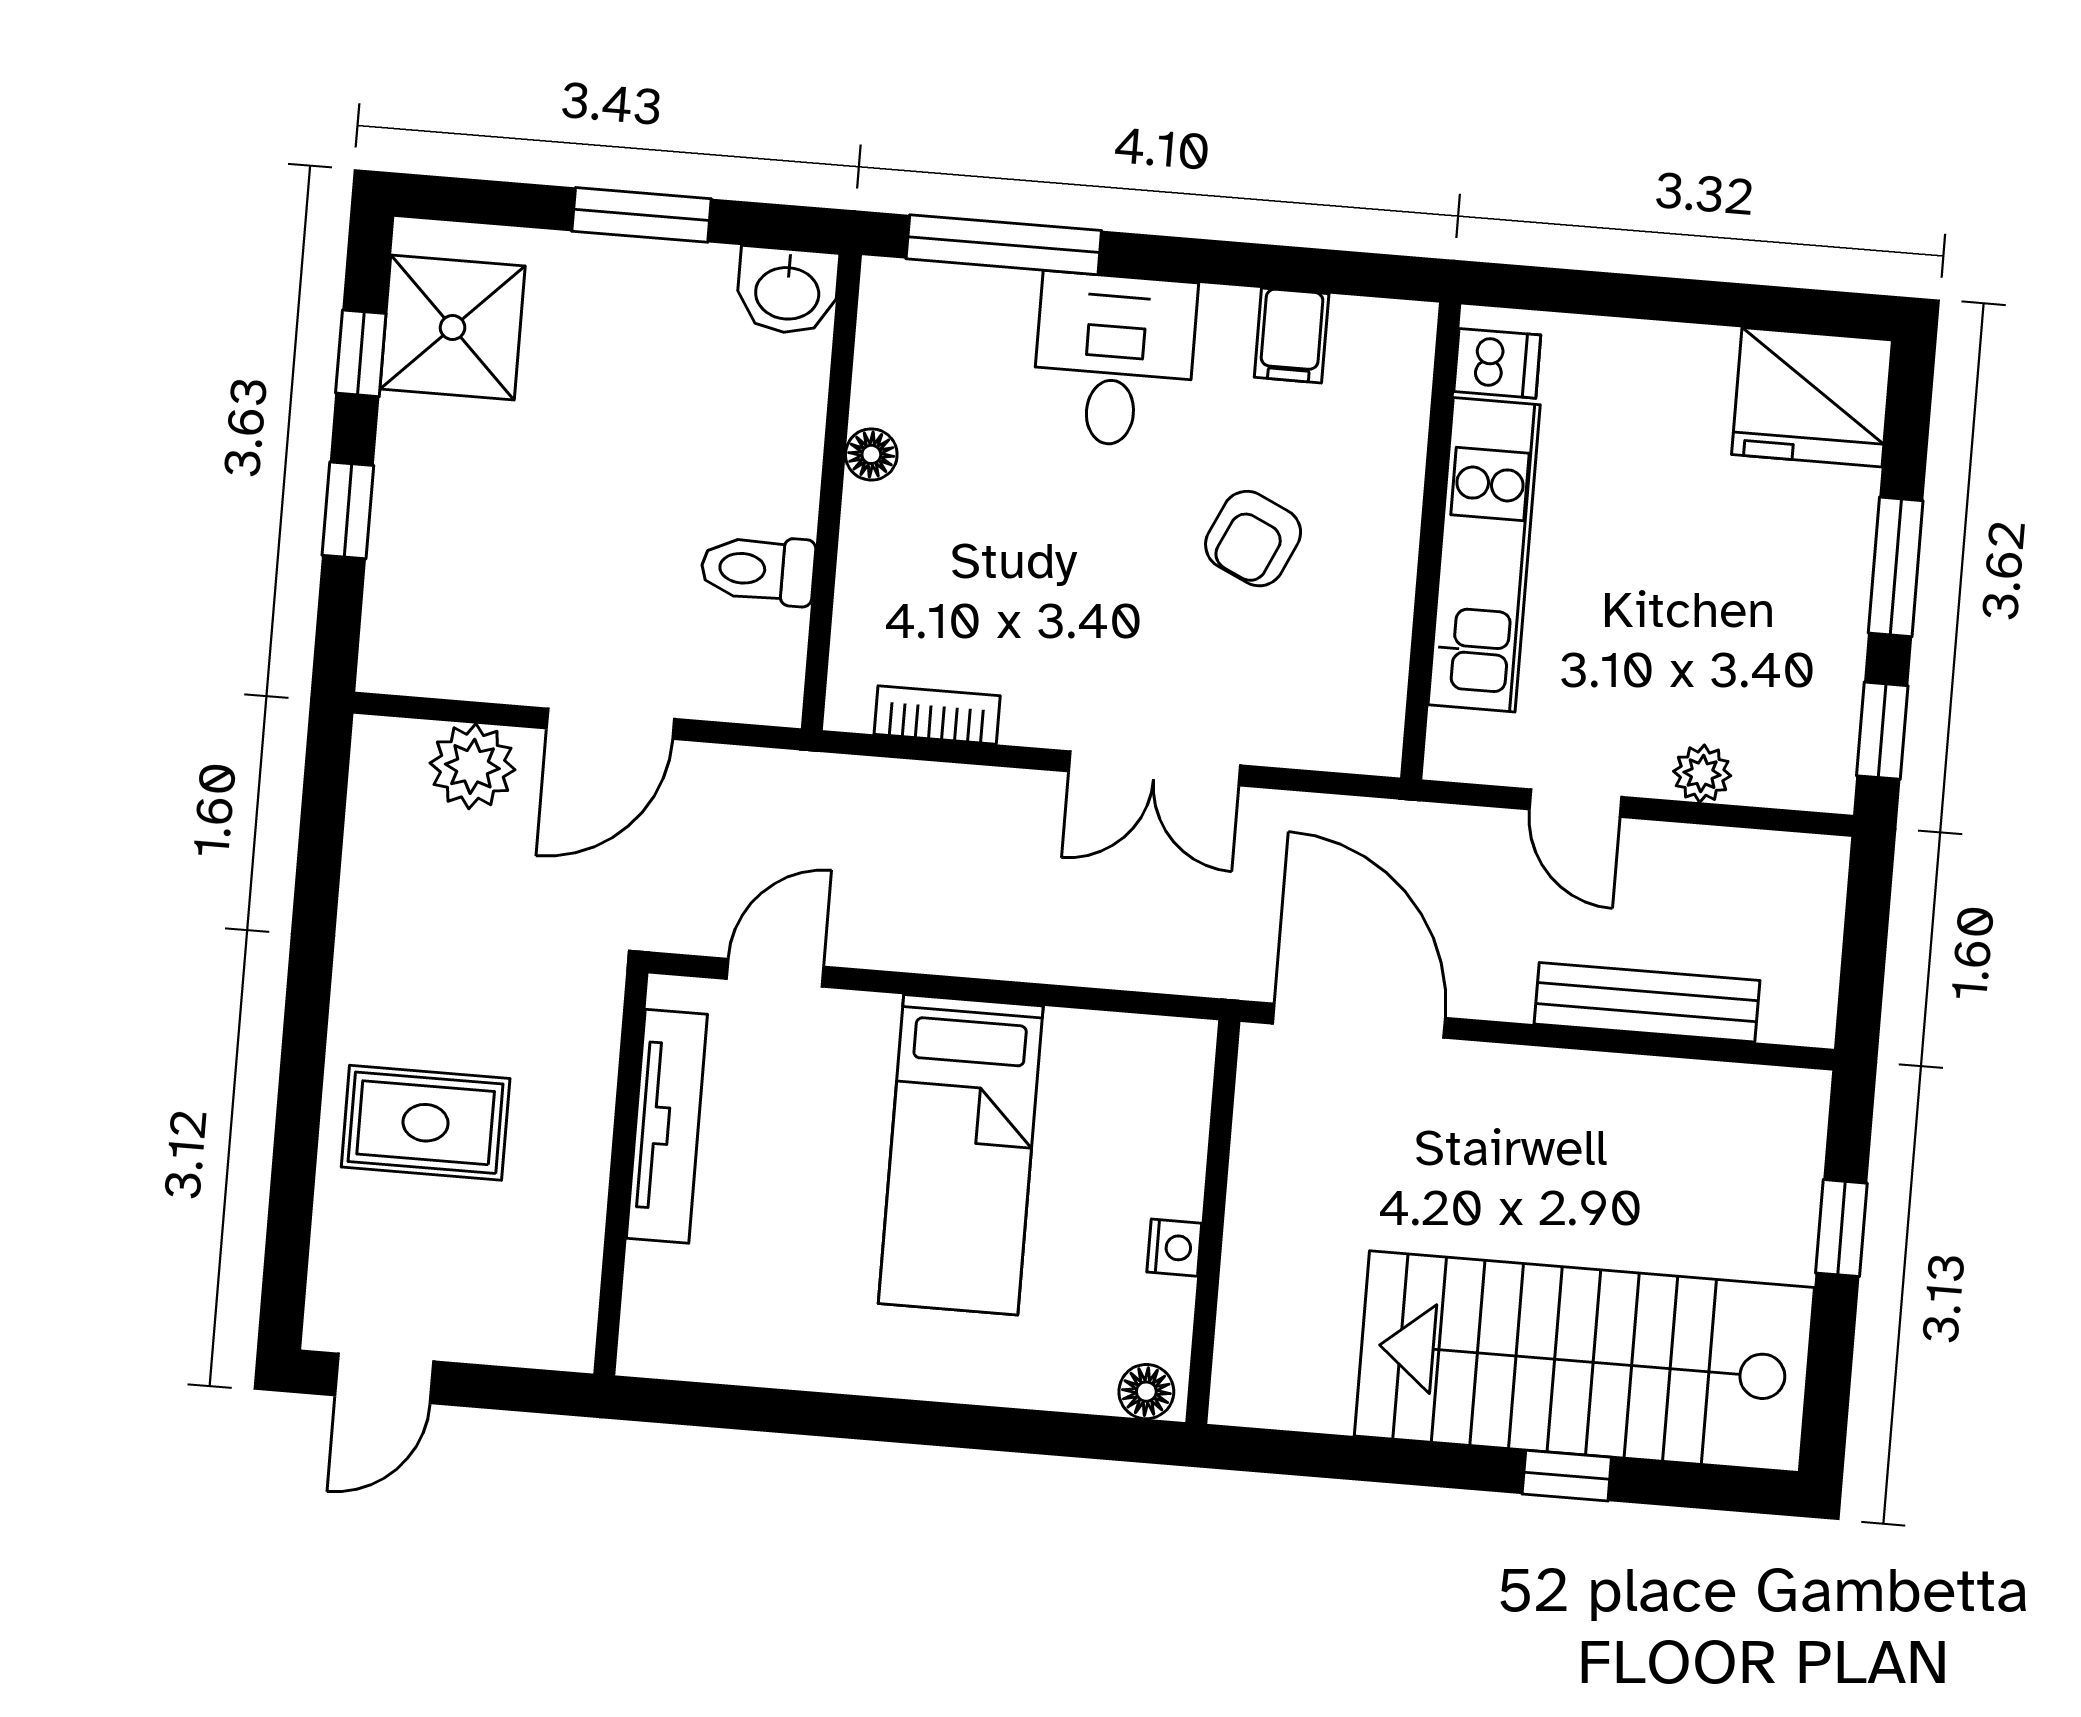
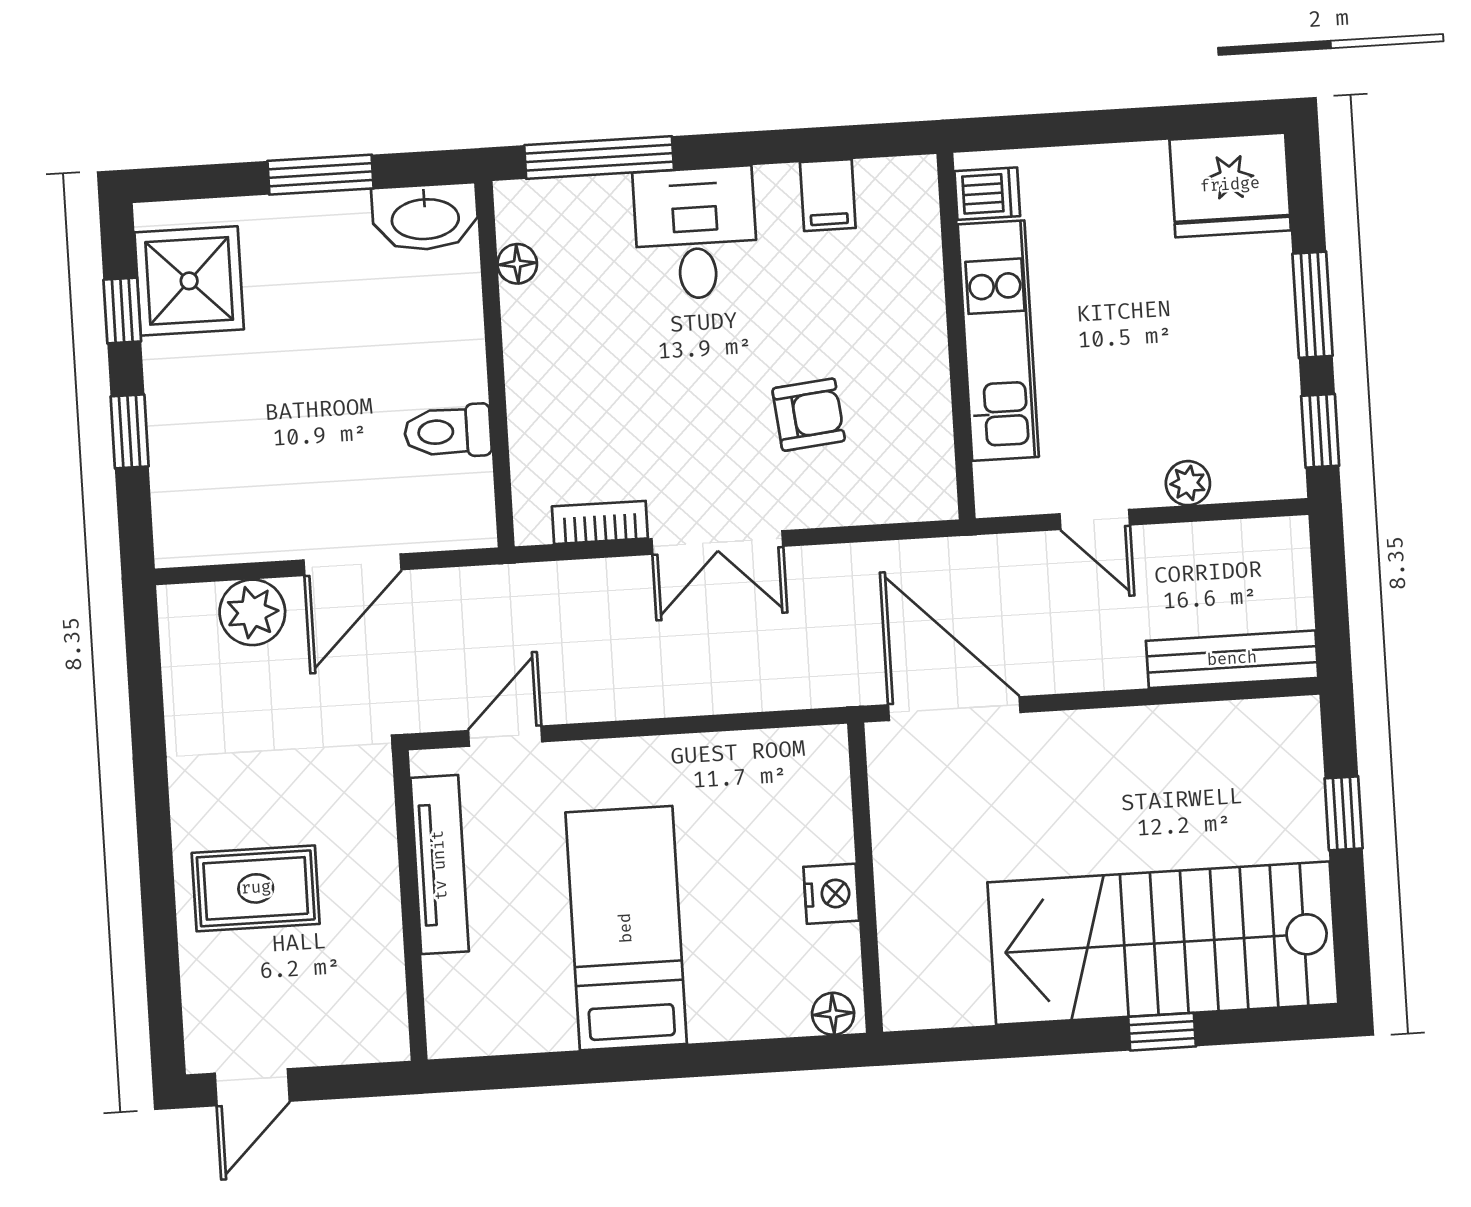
washbasin: (787, 291) -> (425, 217), width x1.38
floor lamp: (871, 454) -> (517, 264), moved
armchair: (1253, 539) -> (809, 415), moved, turned -121
double door: (1154, 768) -> (717, 543), moved
bench: (1647, 1002) -> (1232, 659), moved
bed: (961, 1155) -> (626, 928), moved, turned 180
nightstand: (1174, 1248) -> (831, 894), width x1.39, depth x1.35

